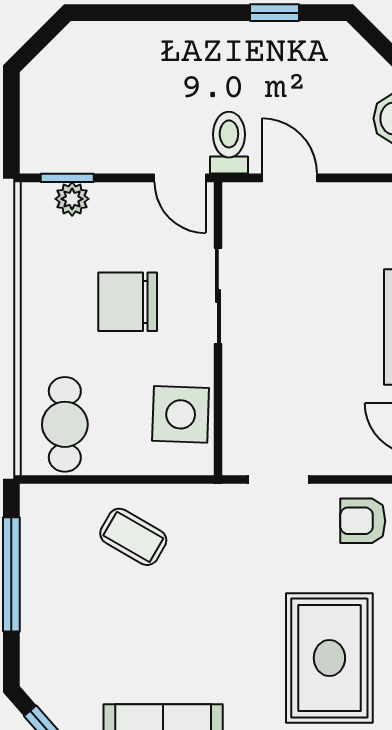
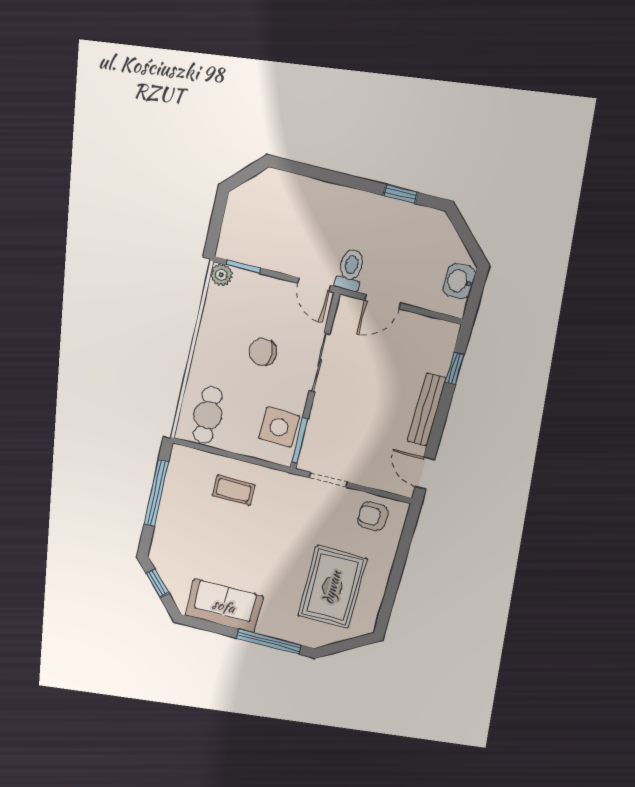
door: (290, 178) -> (383, 302), swing flipped
plant: (72, 199) -> (221, 275), moved
chair: (128, 302) -> (263, 352), width x0.73, depth x0.73
window: (218, 427) -> (300, 440), added
coffee table: (133, 537) -> (233, 490), turned -30

